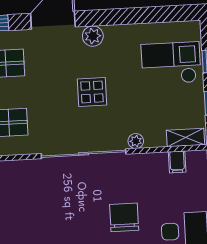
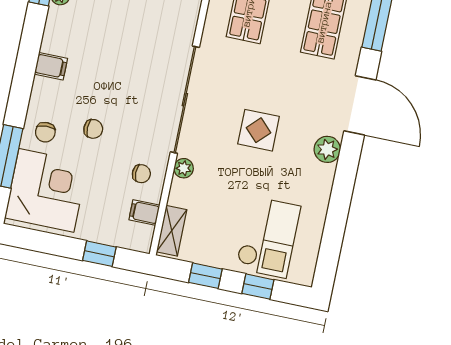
chair: (148, 172) -> (141, 174), added
chair: (124, 217) -> (93, 129), width x0.54, depth x0.54

